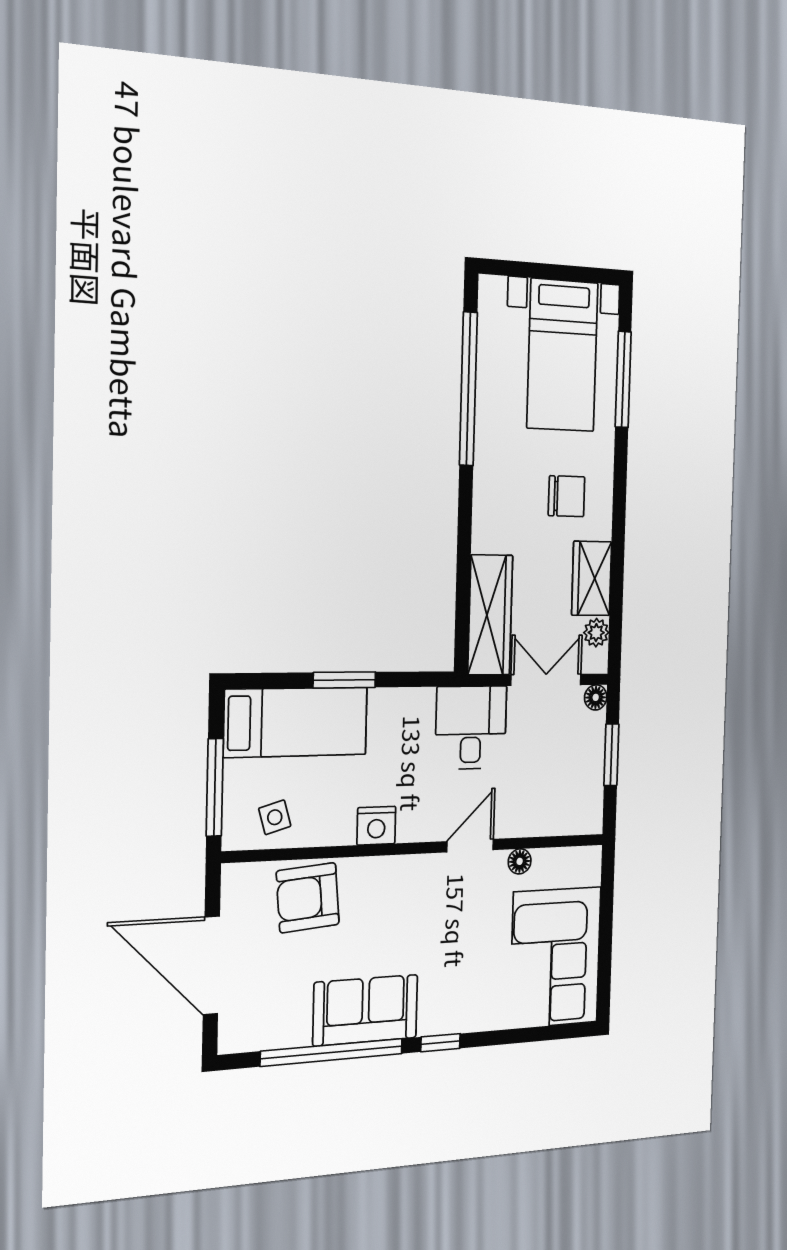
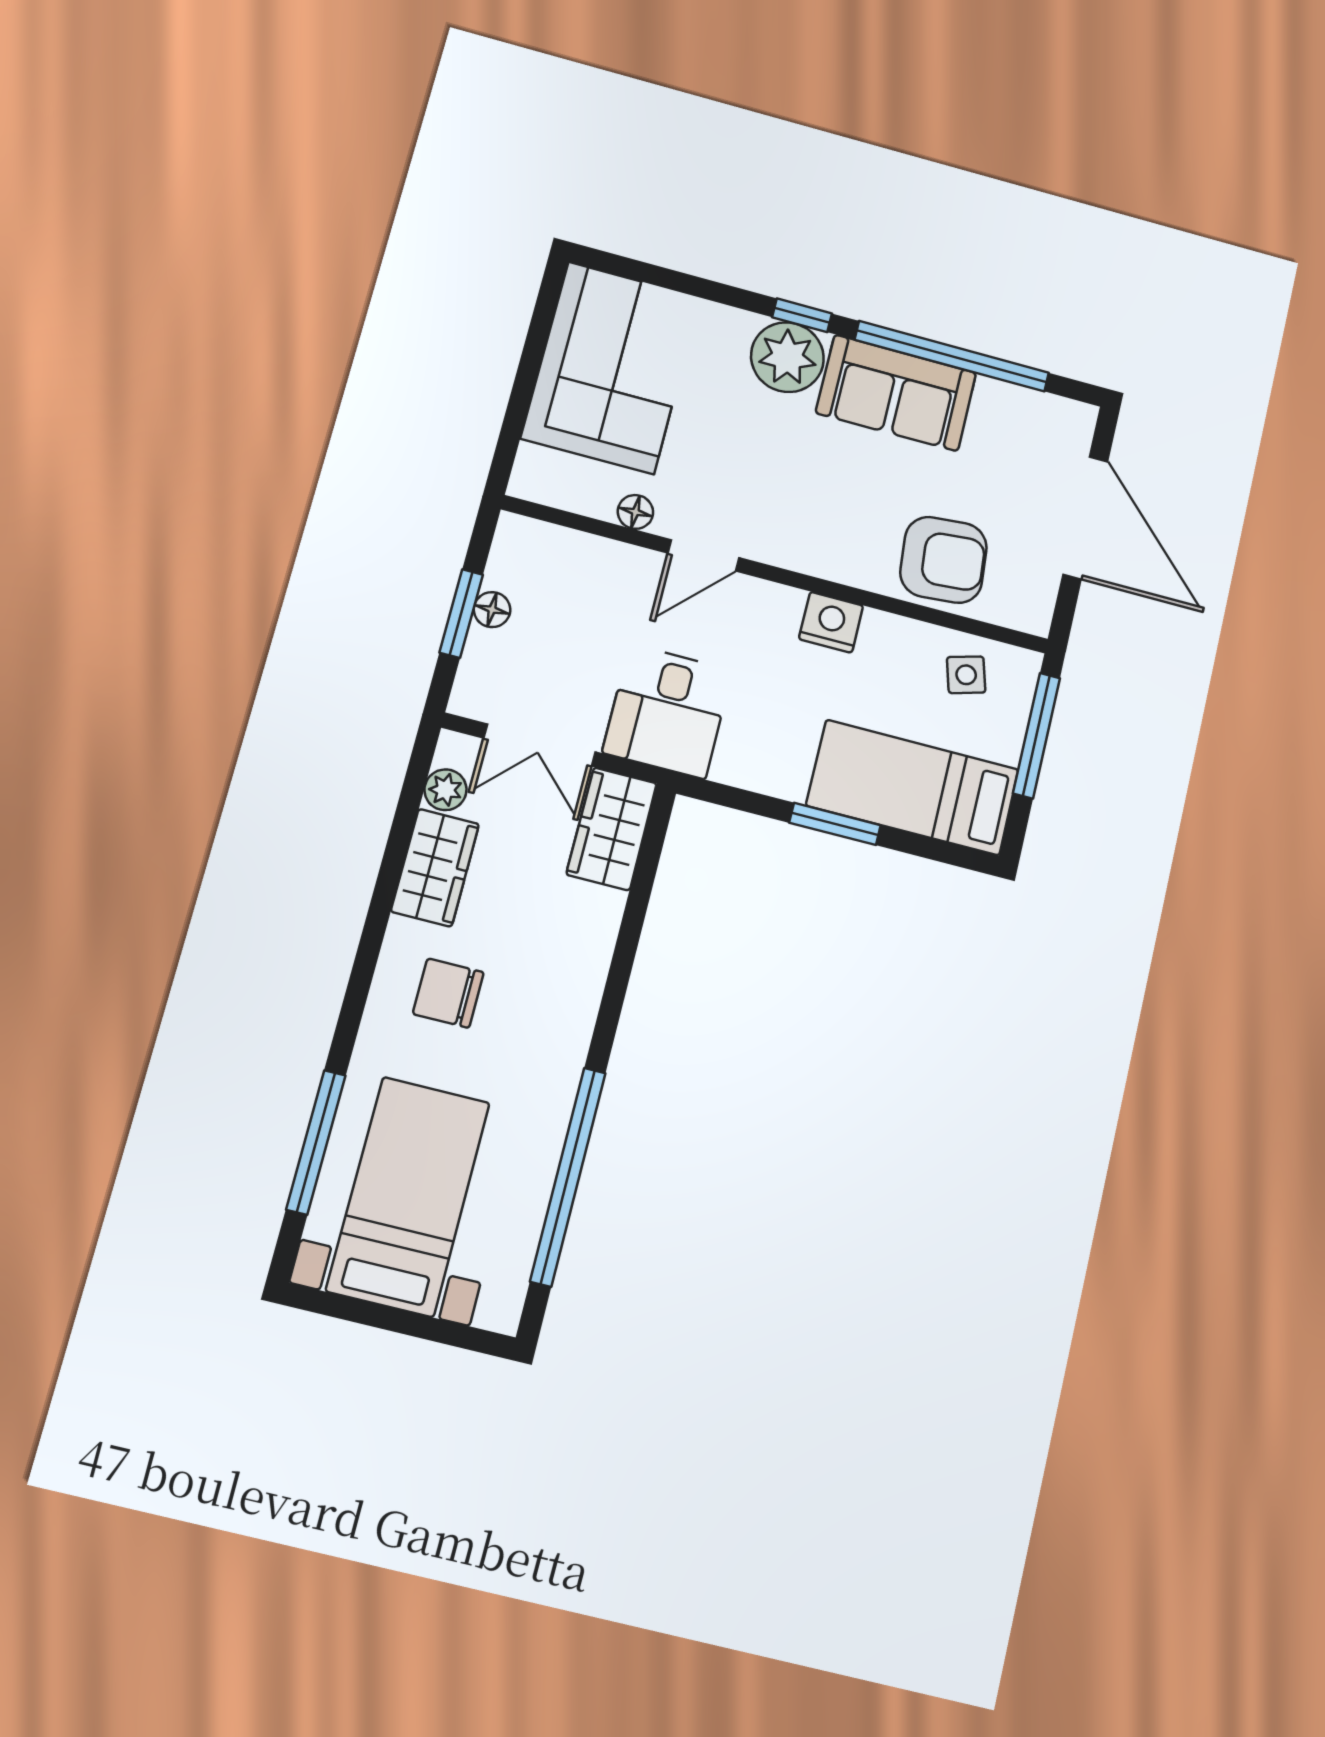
wardrobe: (490, 615) -> (612, 829), width x0.67
floor lamp: (596, 697) -> (492, 610), moved
plant: (444, 1008) -> (787, 357), added

